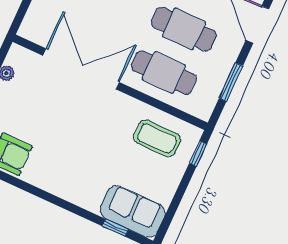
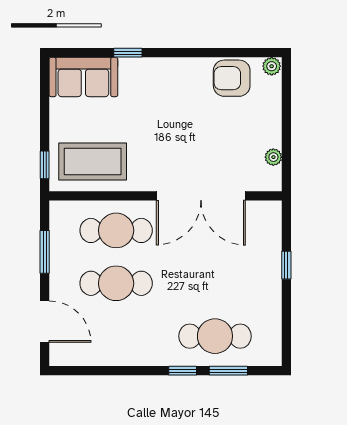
coffee table: (157, 138) -> (93, 161), width x1.36, depth x1.32
window: (115, 228) -> (128, 53), moved

